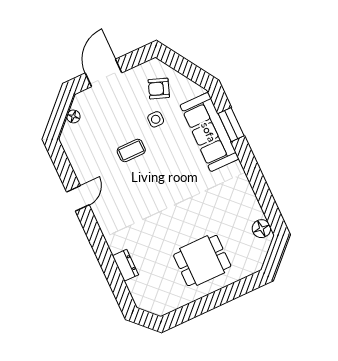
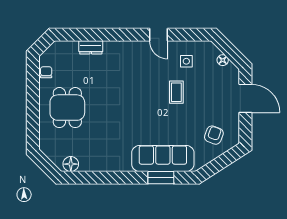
side table: (156, 119) -> (186, 61), moved
chair: (175, 301) -> (46, 72), added

